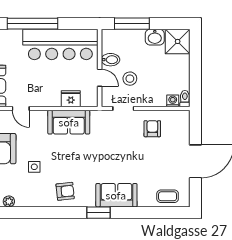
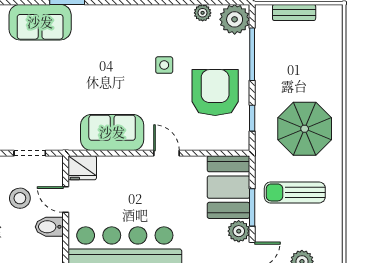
fridge: (71, 99) -> (82, 168), moved
door: (21, 108) -> (167, 153), moved
armchair: (65, 191) -> (118, 28), removed

